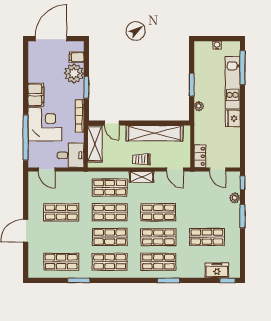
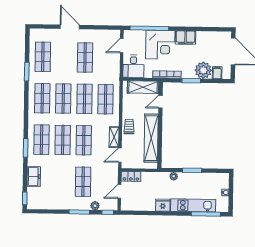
shelving: (141, 177) -> (114, 137), moved
shop shelf: (207, 237) -> (83, 182), moved
freezer: (217, 270) -> (34, 176), moved

